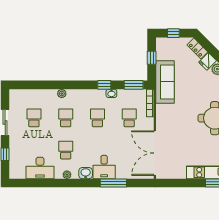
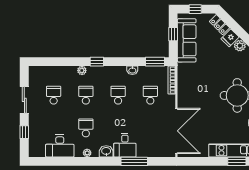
sofa: (165, 82) -> (187, 40), moved
window: (104, 85) -> (97, 62), moved
double door: (155, 153) -> (176, 131), swing flipped

